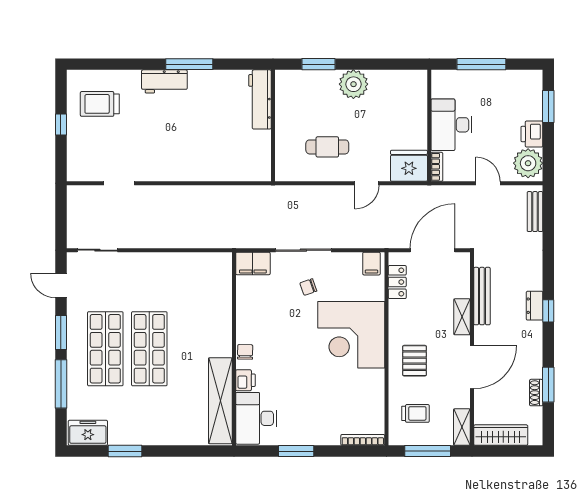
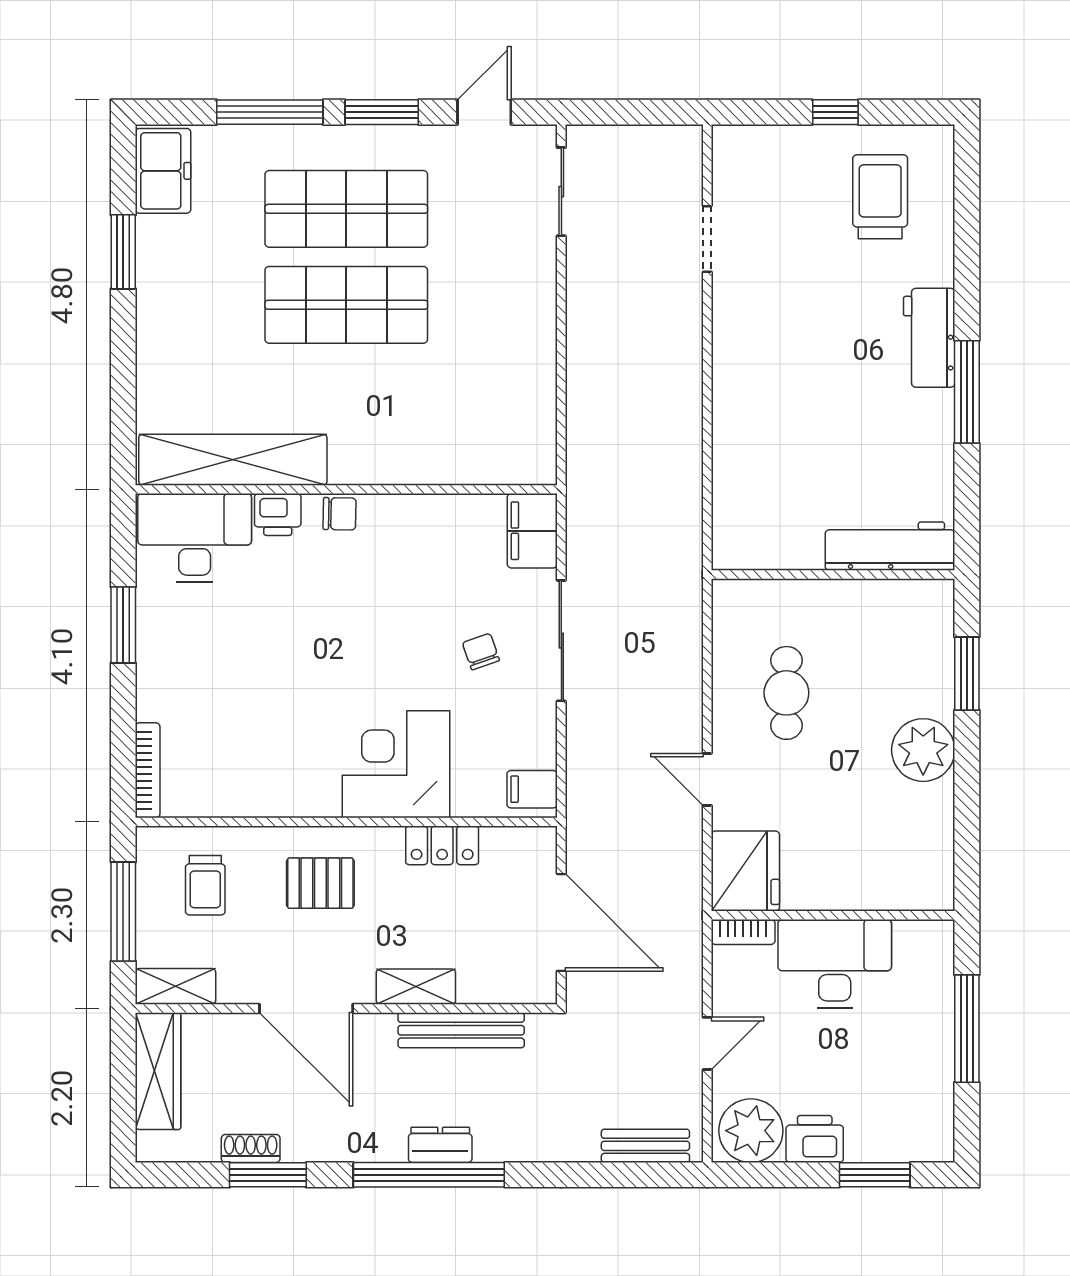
locker: (397, 282) -> (442, 845), moved
window: (548, 311) -> (429, 1175), width x3.17
corner desk: (351, 335) -> (396, 764), width x0.74, depth x0.74

